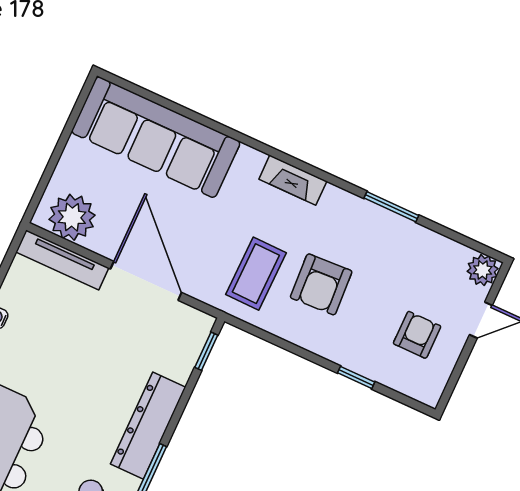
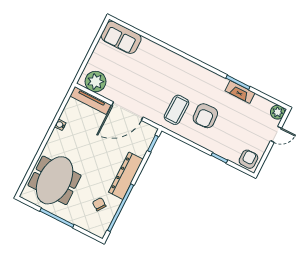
sofa: (156, 137) -> (121, 37), width x0.54, depth x0.79
fireplace: (293, 180) -> (240, 92), moved
door: (146, 281) -> (127, 111), swing flipped
armchair: (417, 335) -> (248, 159), moved

